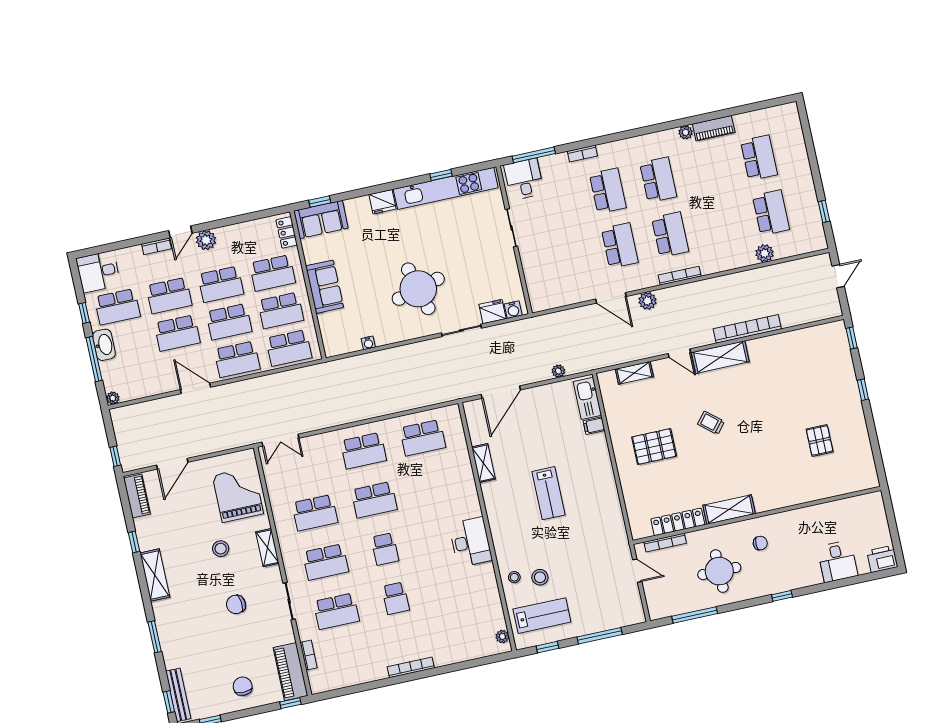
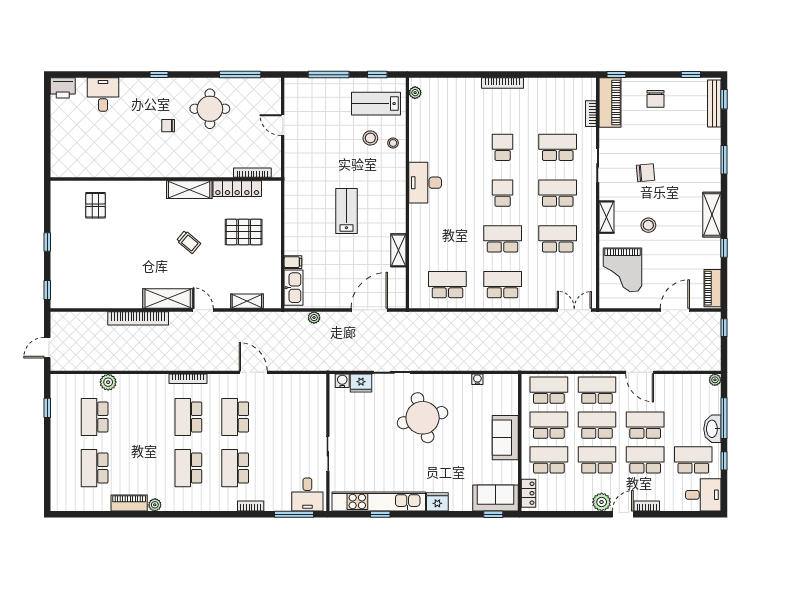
plant: (647, 301) -> (221, 363), removed
shelving: (729, 510) -> (189, 190), moved
wall: (757, 515) -> (166, 179), moved
locker: (678, 522) -> (237, 189), moved
bookcase: (665, 543) -> (252, 173), moved

